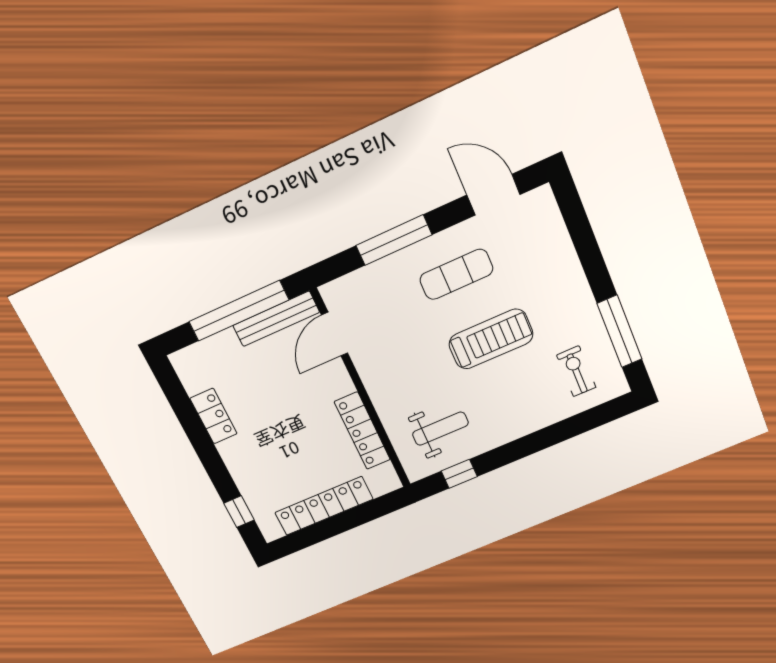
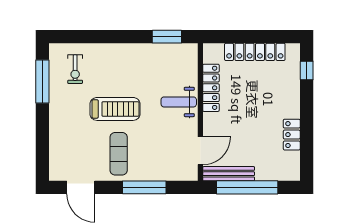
exercise mat: (456, 274) -> (119, 154), turned 90
treadmill: (491, 339) -> (115, 109), turned 180
weight bench: (440, 429) -> (179, 102), moved
window: (459, 474) -> (167, 37), width x1.50

